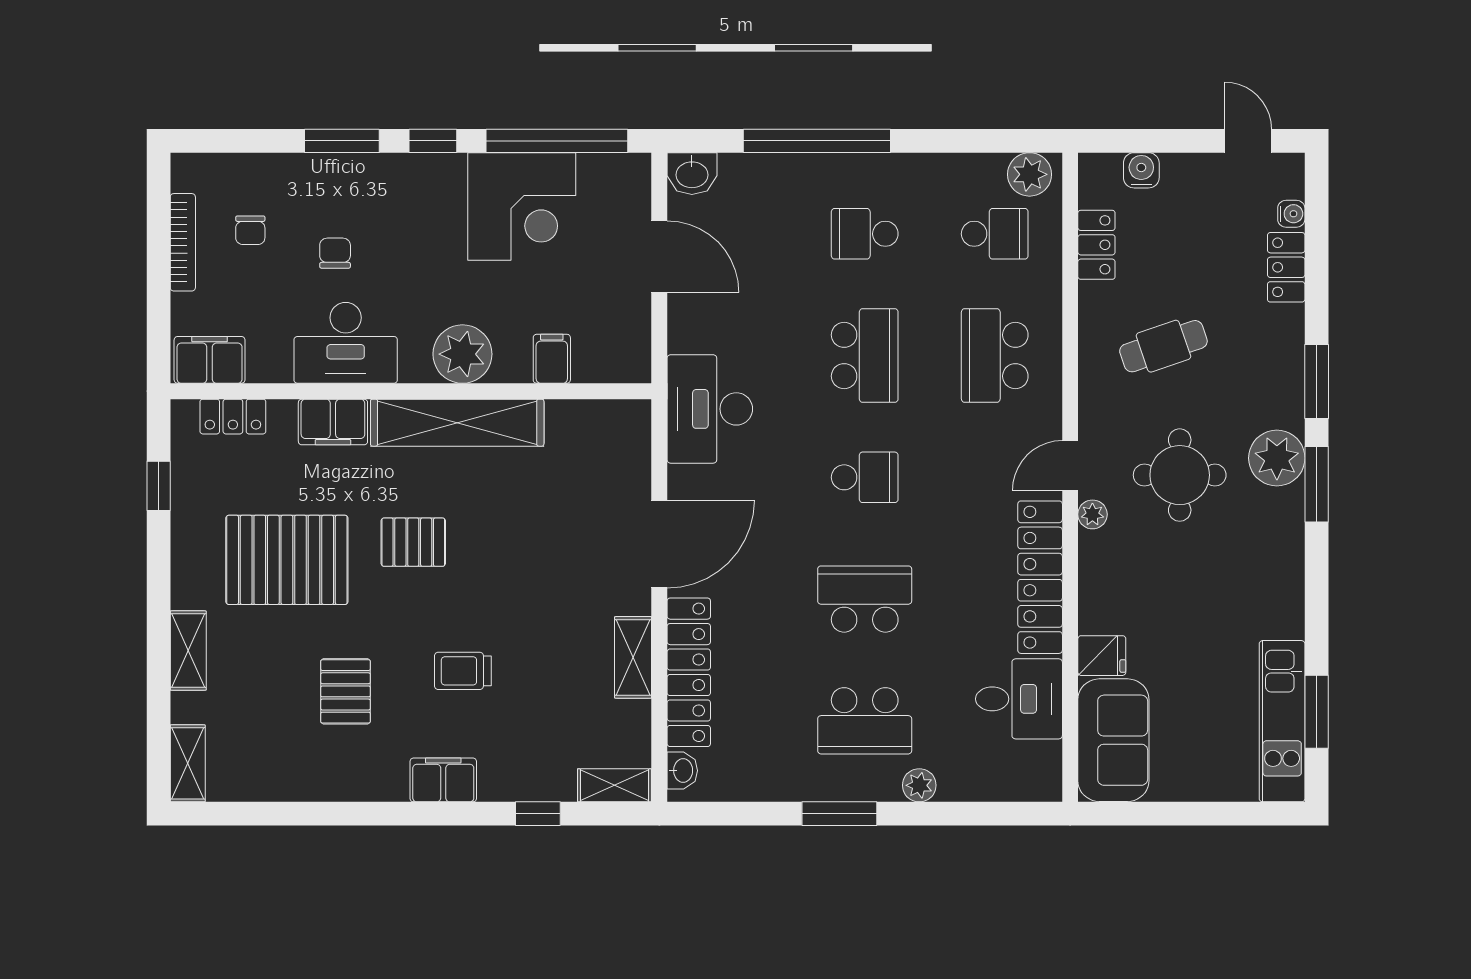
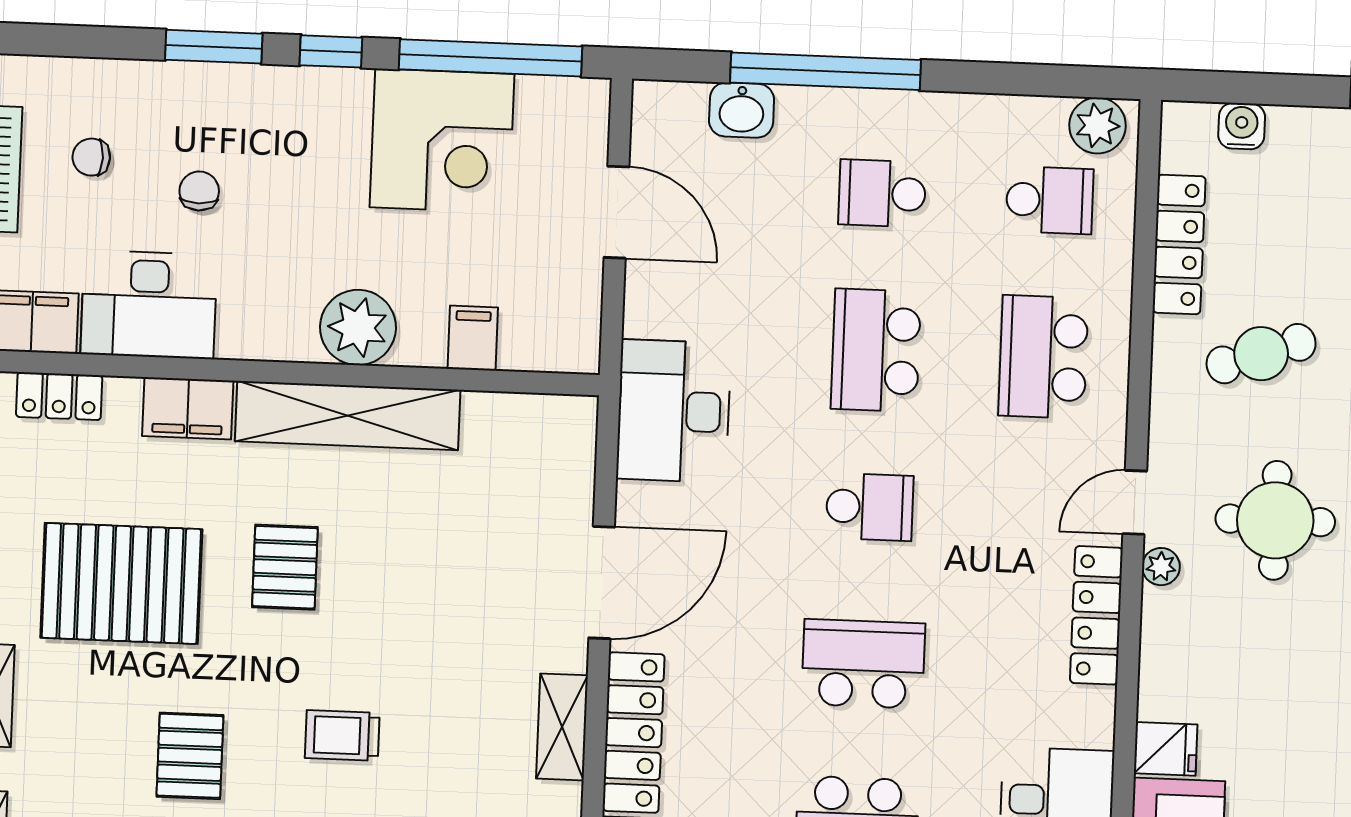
washbasin: (692, 174) -> (742, 110), moved
chair: (250, 230) -> (91, 157), turned 91
locker: (1096, 245) -> (1179, 244), width x1.53
desk: (346, 343) -> (149, 305), moved
school desk: (865, 356) -> (876, 350), turned 180
pallet: (413, 542) -> (285, 567), turned 90
locker: (1040, 577) -> (1096, 615), width x0.71, depth x0.83

